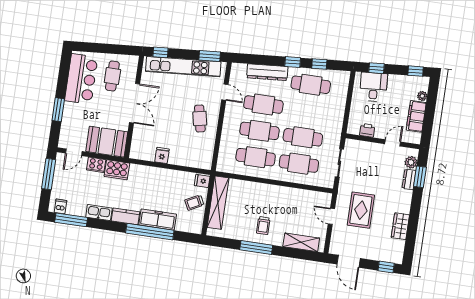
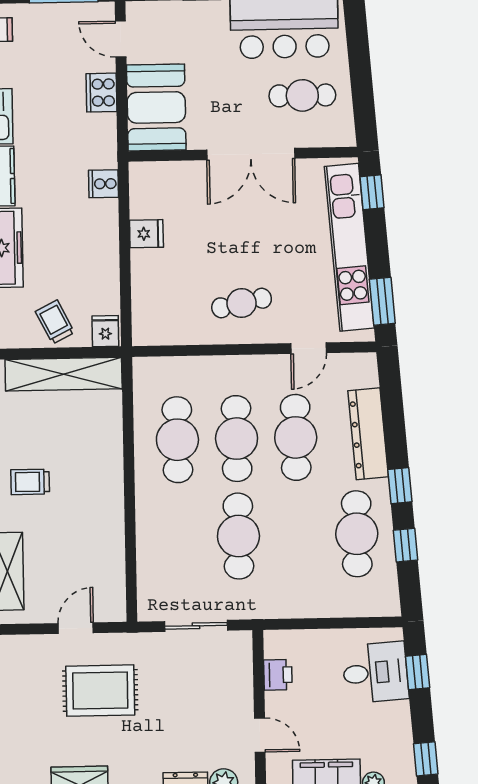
cafe table: (299, 164) -> (179, 537), removed
cooker: (117, 170) -> (104, 184), moved, width x0.53, depth x0.76

